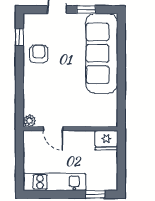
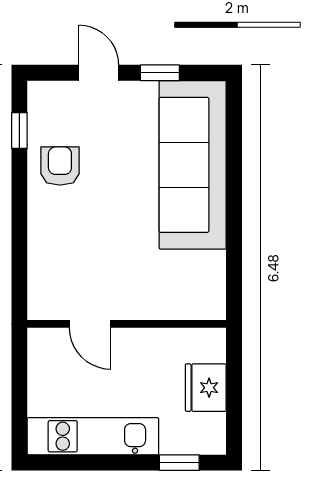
plant: (29, 121) -> (40, 307), removed
fridge: (106, 140) -> (206, 388), moved, turned 90

